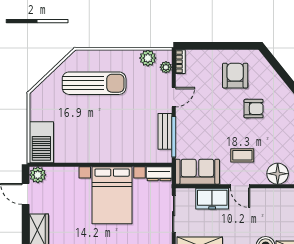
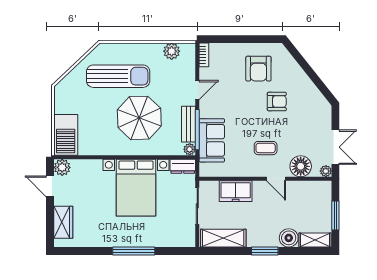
plant: (166, 67) -> (190, 149), moved
armchair: (235, 76) -> (258, 69), turned 180
parasol: (115, 125) -> (139, 118), added
sofa: (197, 172) -> (212, 140), moved, turned 90
door: (240, 186) -> (276, 179), moved

